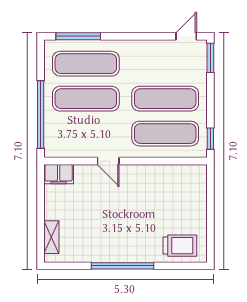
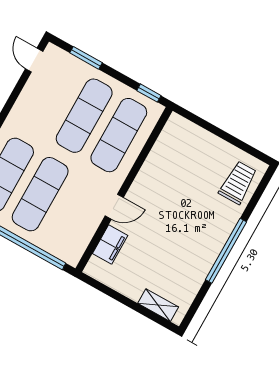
window: (210, 58) -> (86, 58), moved
filing cabinet: (59, 174) -> (110, 244), moved

